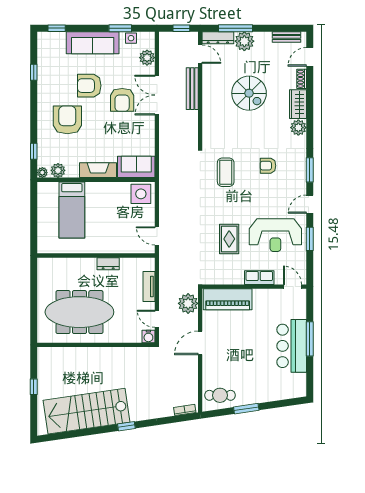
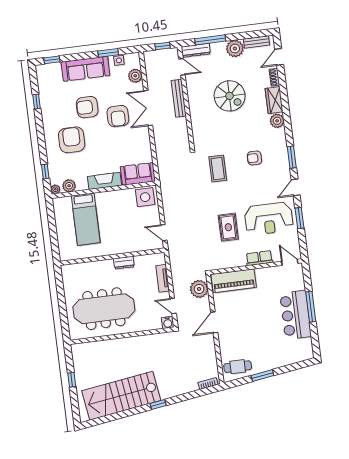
plant: (244, 41) -> (235, 48), moved

